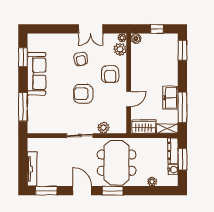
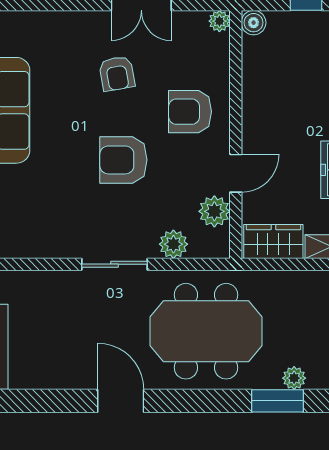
plant: (120, 49) -> (214, 211), moved
armchair: (110, 74) -> (190, 112), turned 90
meeting table: (117, 163) -> (206, 331), turned 90
window: (46, 191) -> (31, 401), removed
window: (113, 191) -> (278, 401), moved

